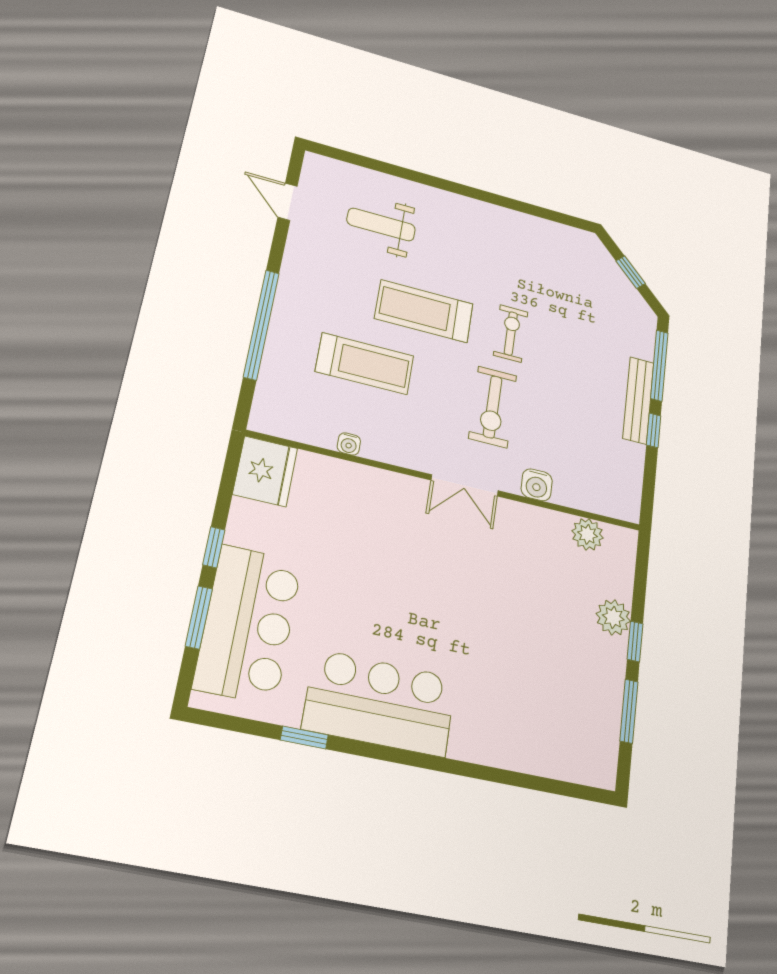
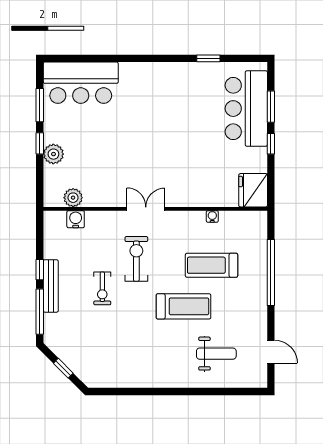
exercise bike: (511, 333) -> (102, 288), moved
water cooler: (537, 485) -> (76, 219), moved
bar counter: (380, 703) -> (81, 83), moved

